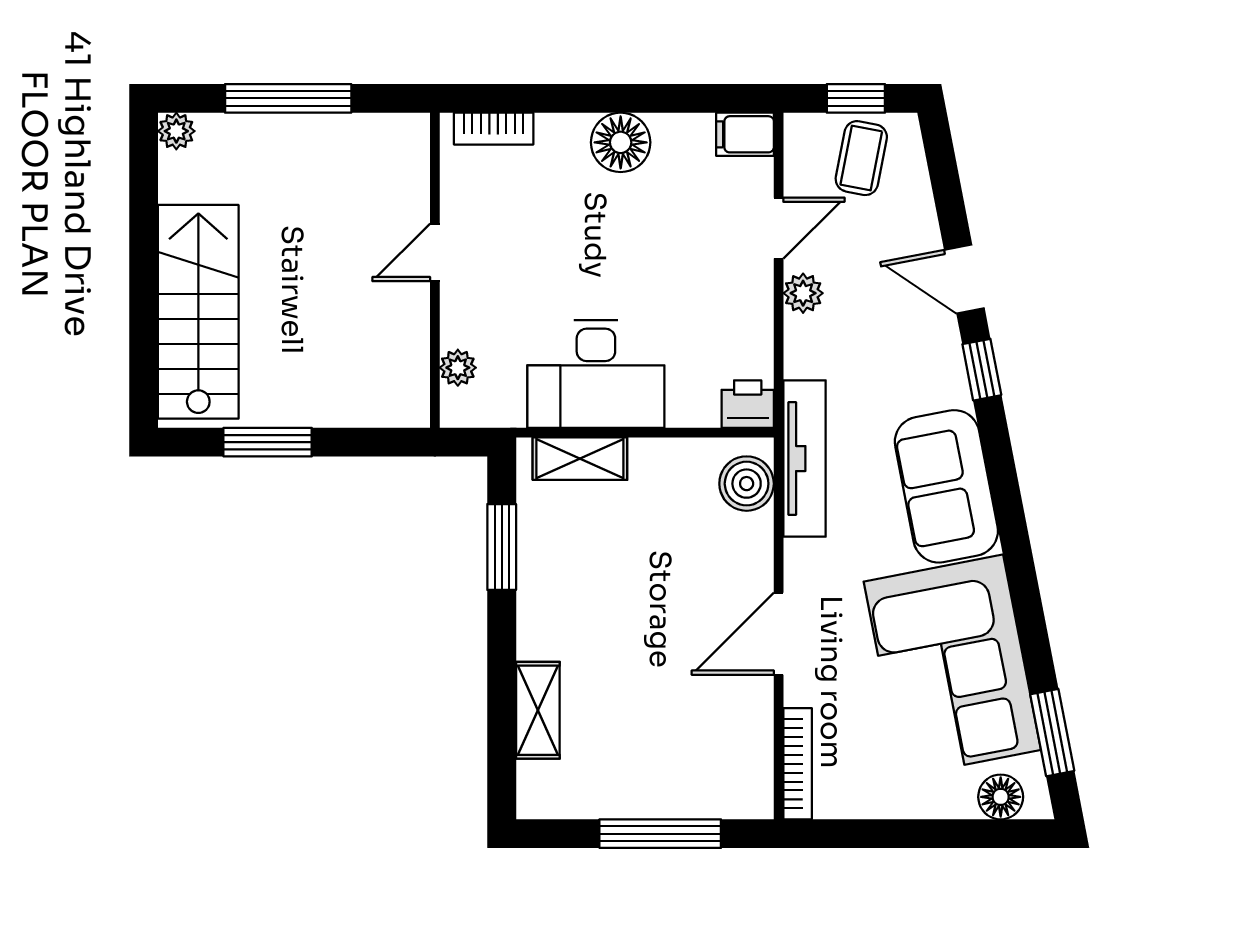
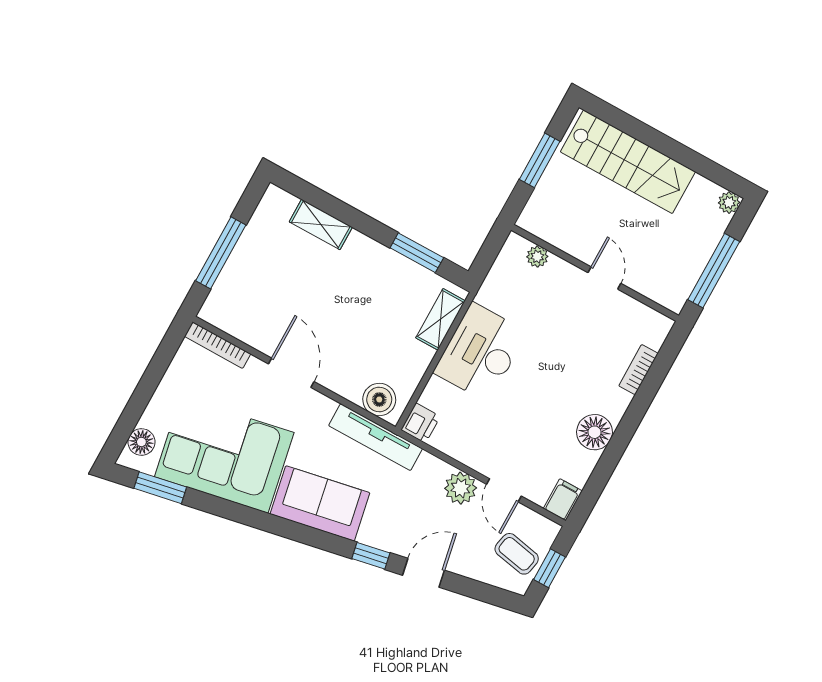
door: (435, 252) -> (604, 278), moved
wall: (435, 270) -> (595, 273), moved
plant: (803, 293) -> (461, 488), width x1.38, depth x1.38
plant: (458, 368) -> (537, 257), moved

